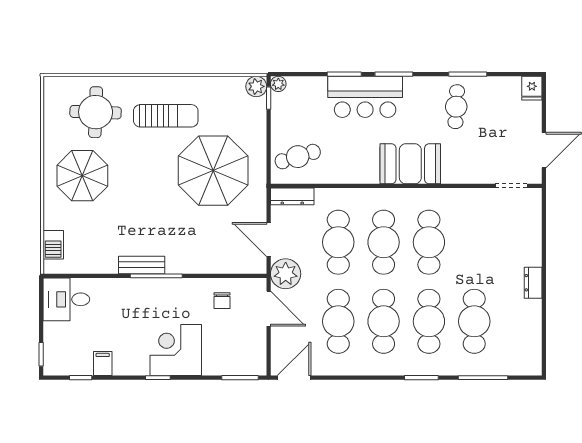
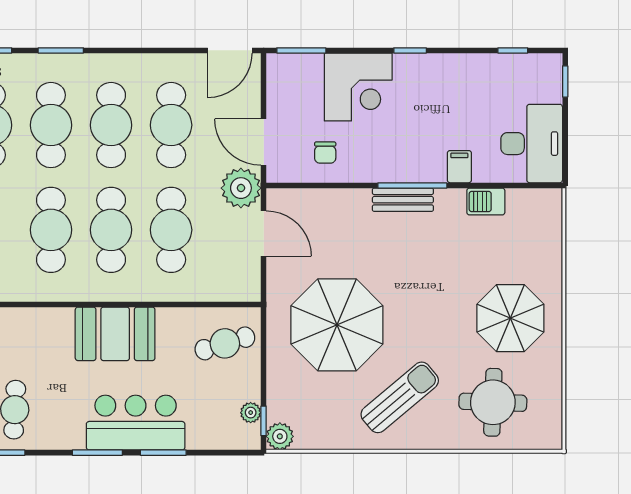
plant: (278, 84) -> (251, 413), moved
sun lounger: (166, 116) -> (400, 397), turned 140
booth: (410, 164) -> (115, 334), moved
dresser: (292, 196) -> (232, 291), removed
barbecue: (53, 245) -> (486, 202), moved, turned -90
bench: (142, 265) -> (403, 200), moved
desk: (66, 299) -> (532, 144), width x1.37
chair: (222, 301) -> (325, 153), turned 180
corner desk: (176, 350) -> (358, 87), moved
filing cabinet: (103, 363) -> (459, 167), moved, turned 180

